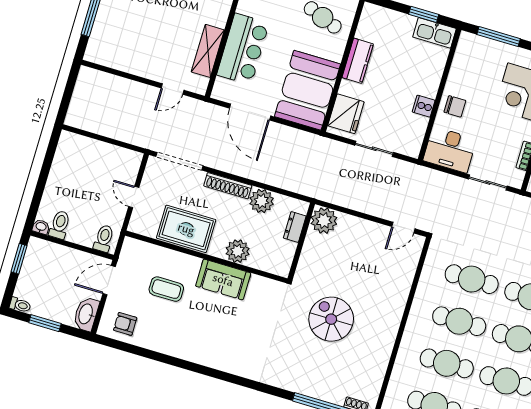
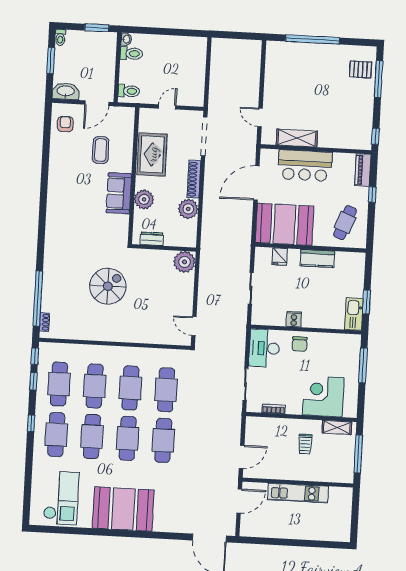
fridge: (346, 114) -> (280, 257), width x0.53, depth x0.75
dresser: (295, 227) -> (152, 239), moved
door: (109, 280) -> (97, 103), swing flipped

